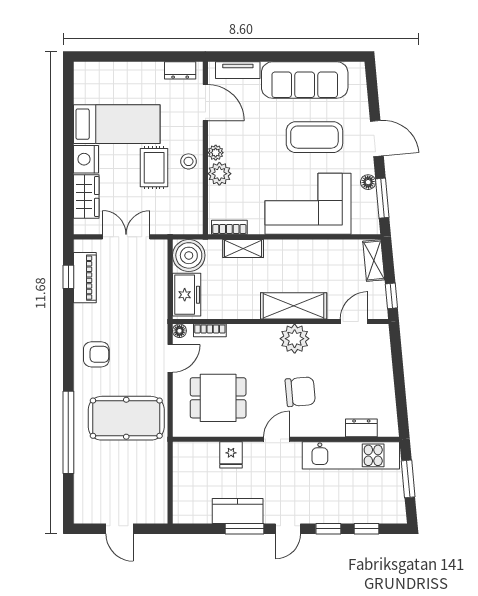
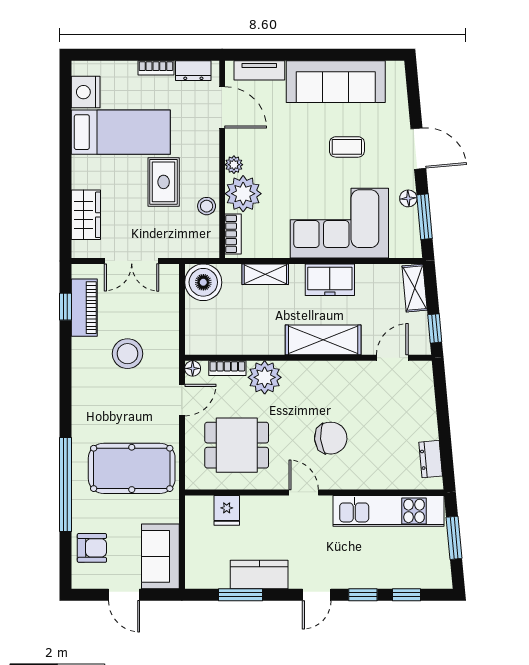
bookcase: (147, 68) -> (156, 68), added
coffee table: (314, 137) -> (347, 147), width x0.54, depth x0.58
nightstand: (86, 159) -> (86, 92), moved
stool: (188, 161) -> (207, 206), moved
plant: (219, 174) -> (243, 194), width x1.36, depth x1.36
bookcase: (229, 227) -> (233, 234), moved, turned 90
double door: (126, 237) -> (132, 261), swing flipped
freezer: (187, 295) -> (330, 280), moved, turned 90
stool: (123, 318) -> (127, 354), added
plant: (295, 339) -> (265, 377), moved
armchair: (96, 354) -> (92, 548), moved
dresser: (361, 428) -> (431, 459), moved, turned -95
door: (277, 439) -> (304, 492), hinge flipped
fridge: (231, 455) -> (227, 510), moved
sofa: (151, 495) -> (160, 556), added
window: (244, 529) -> (241, 595), moved

